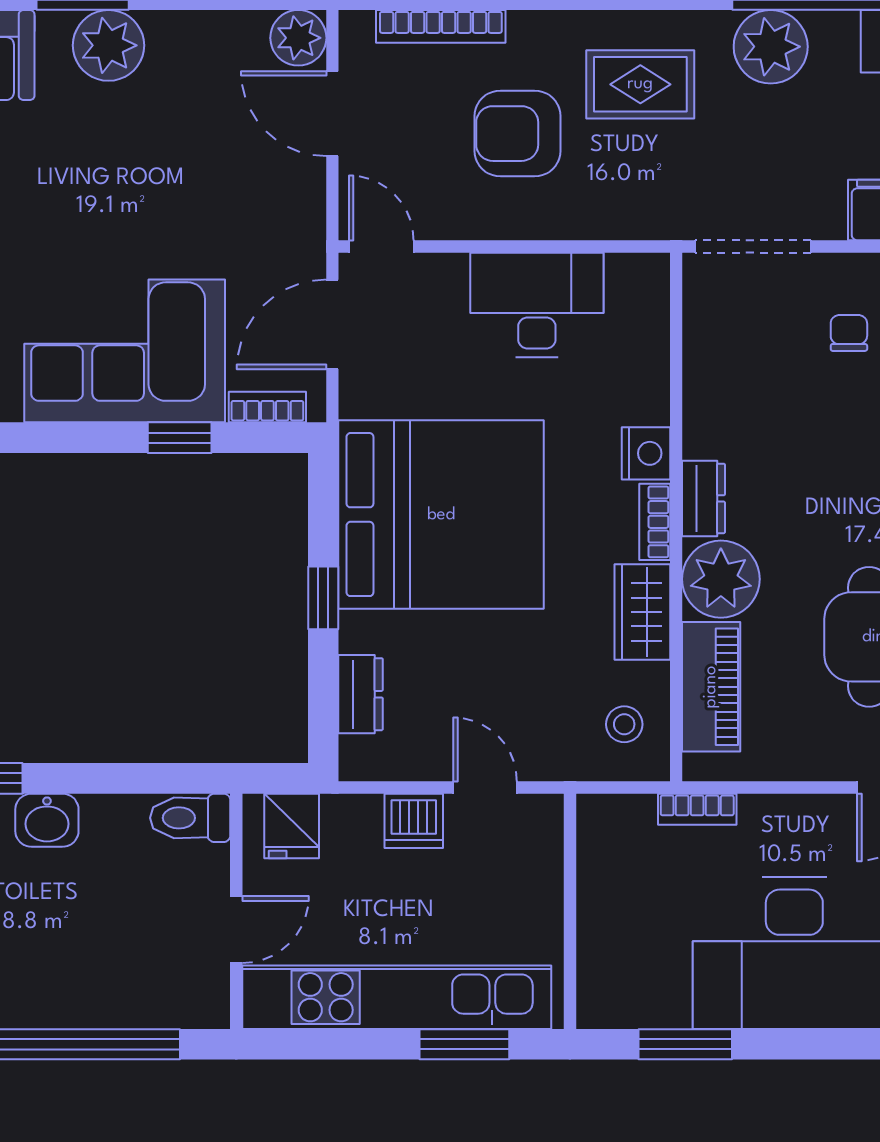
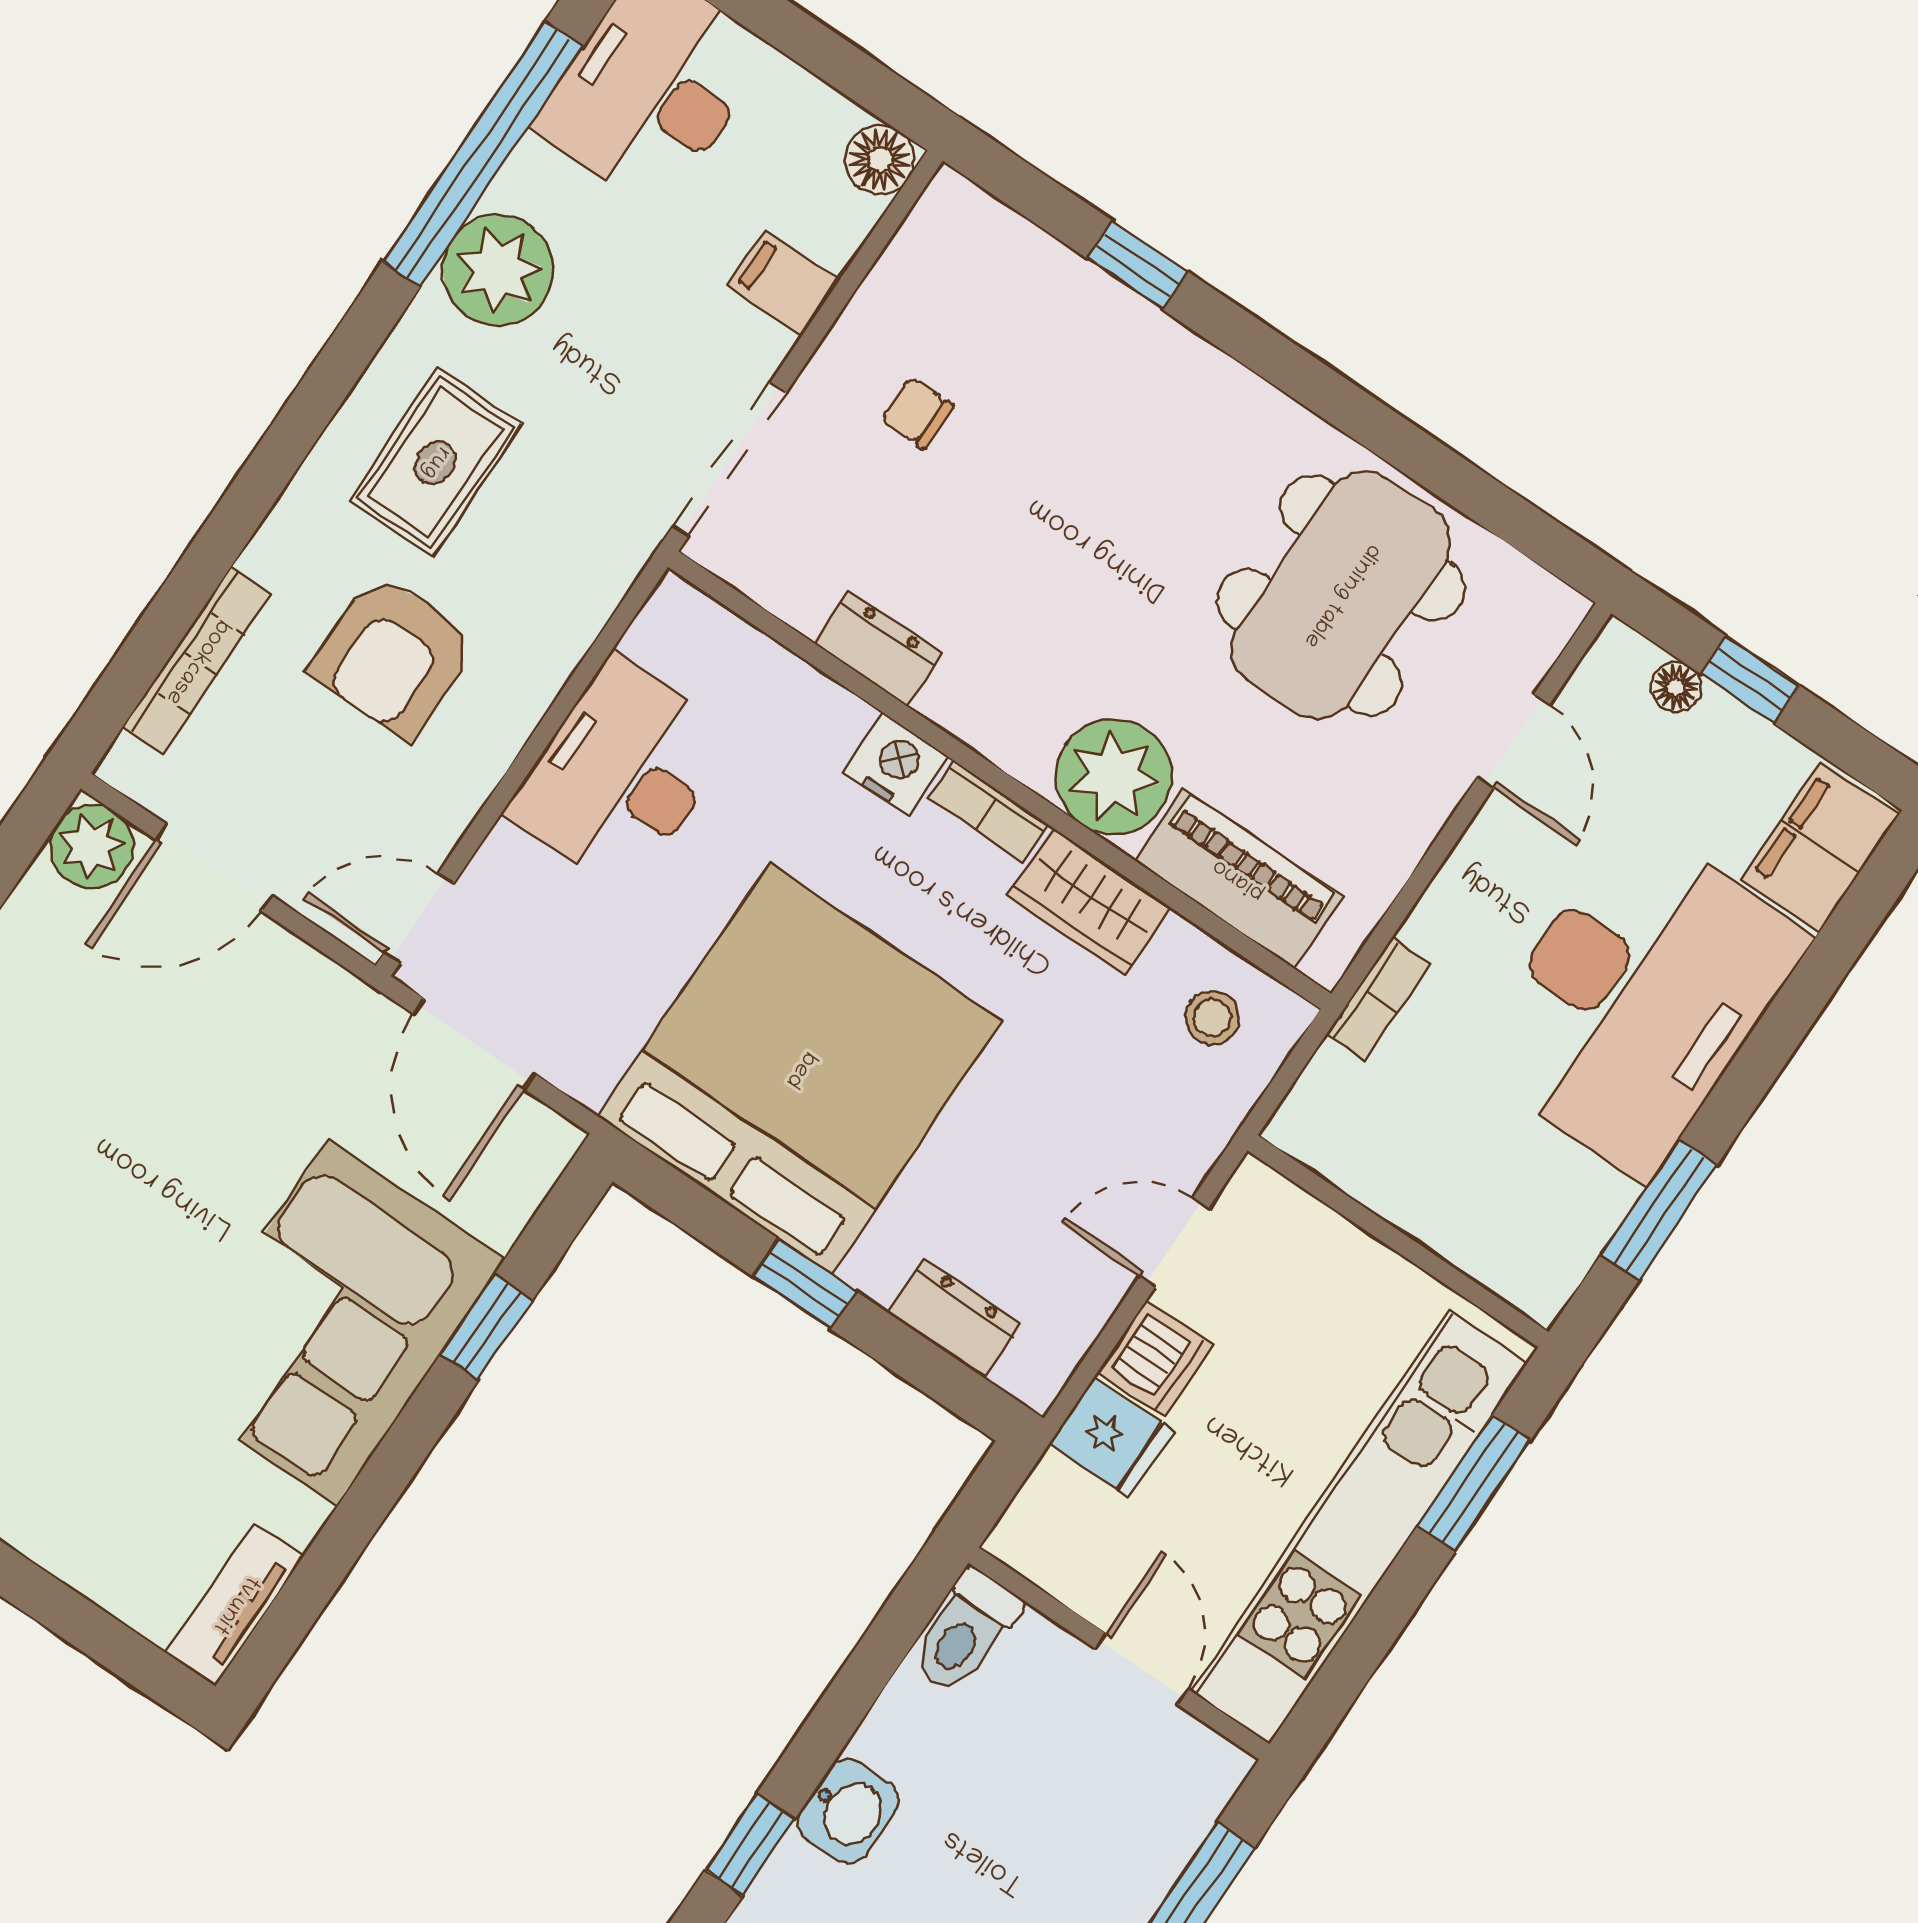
bookcase: (267, 407) -> (522, 1193), removed
dresser: (703, 498) -> (878, 648), moved
fridge: (292, 826) -> (1111, 1437), moved

